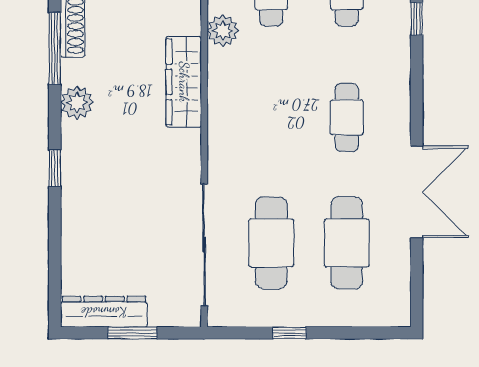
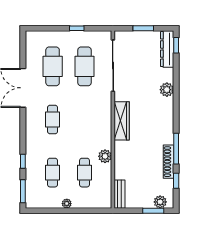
wardrobe: (184, 82) -> (122, 121), moved
plant: (77, 103) -> (167, 90), moved
window: (55, 168) -> (176, 45), moved
dresser: (104, 312) -> (167, 49), moved, turned 90

